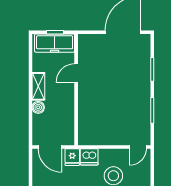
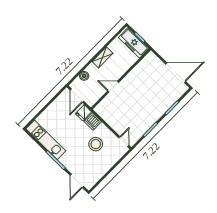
door: (76, 73) -> (113, 87), moved
boiler: (38, 107) -> (84, 76), moved
door: (138, 147) -> (124, 142), swing flipped

